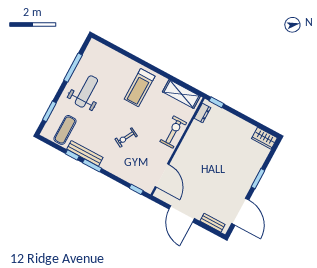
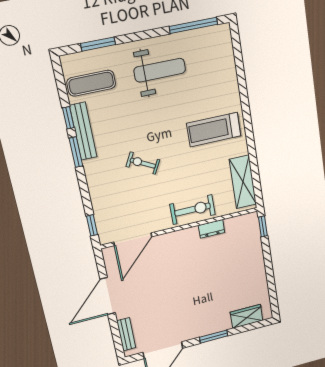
window: (73, 68) -> (193, 25), moved
dresser: (202, 113) -> (212, 229), moved
wardrobe: (264, 138) -> (247, 316), moved, turned 90

